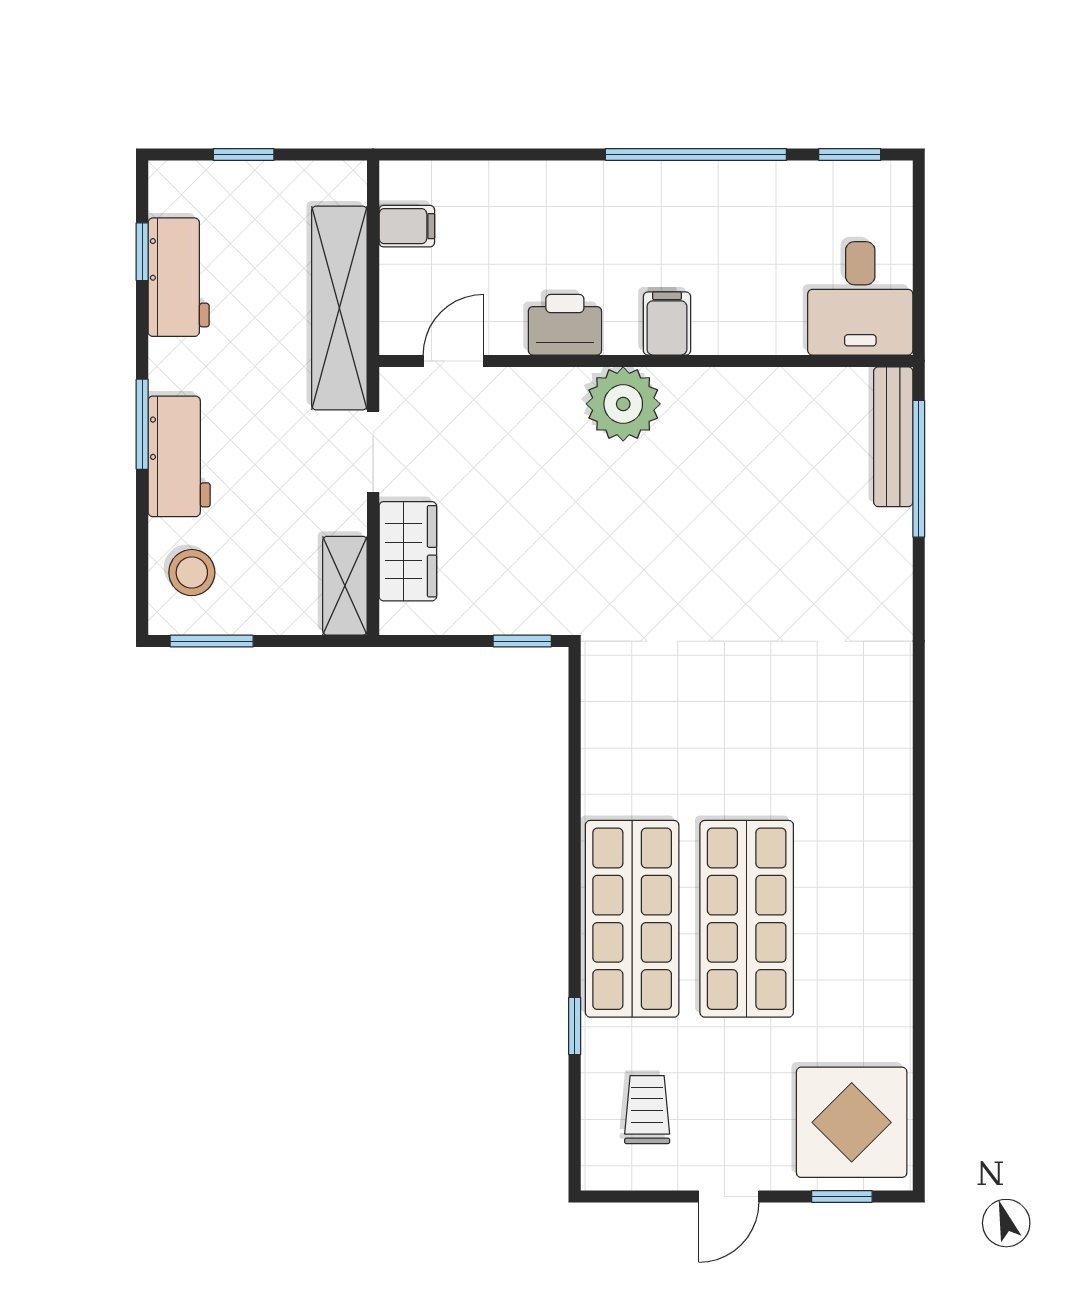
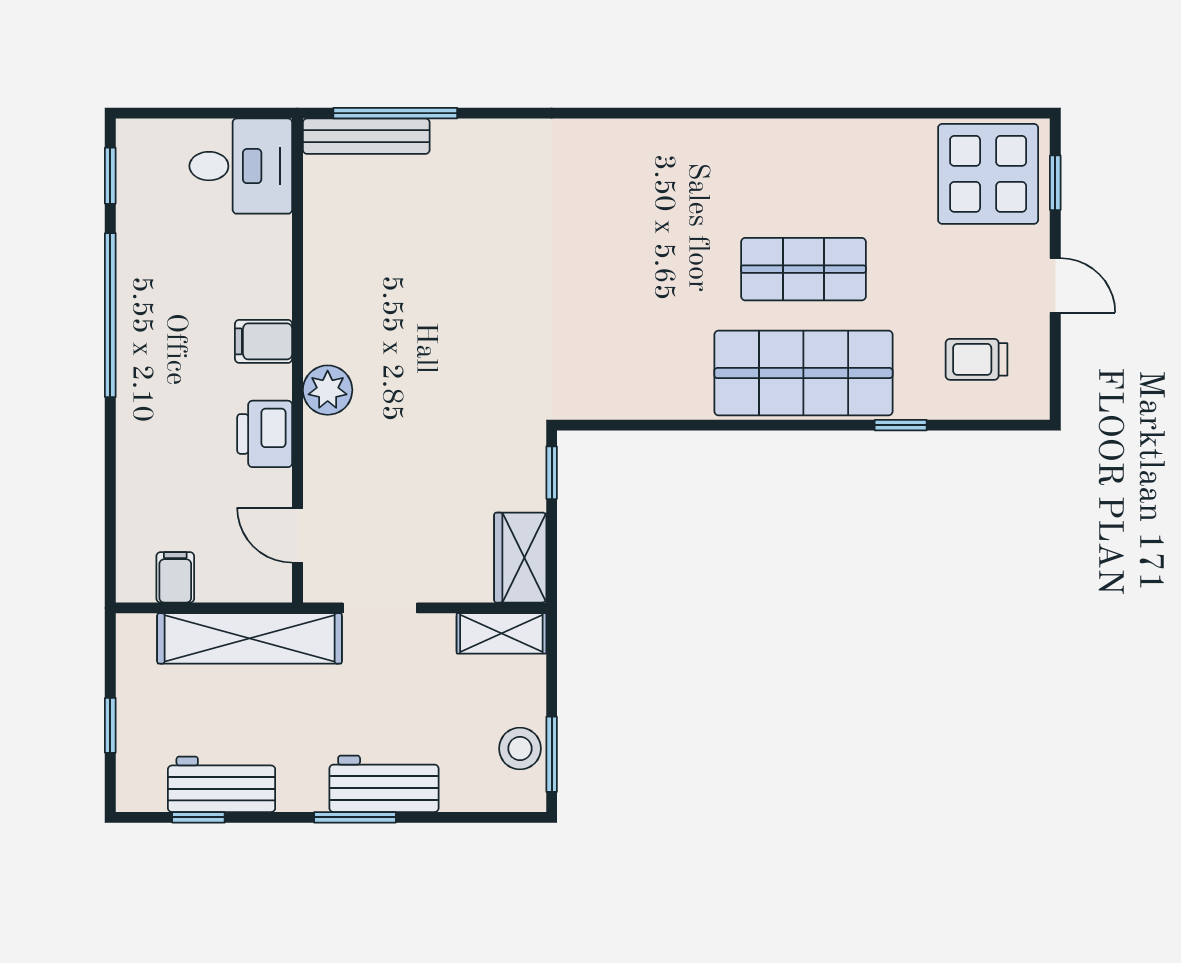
plant: (623, 404) -> (328, 390), width x0.73, depth x0.73
wardrobe: (408, 551) -> (520, 558), moved, turned -90
stool: (192, 573) -> (520, 749), moved
shop shelf: (747, 919) -> (803, 269), width x0.70, depth x0.74

